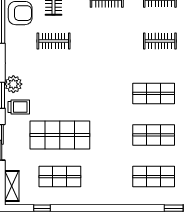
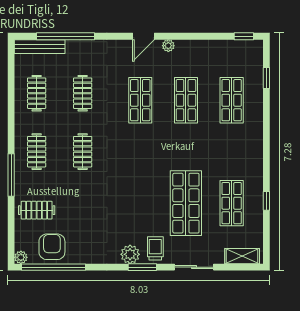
clothes rail: (54, 41) -> (83, 152), moved
window: (42, 208) -> (266, 201), moved

